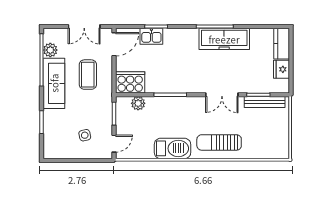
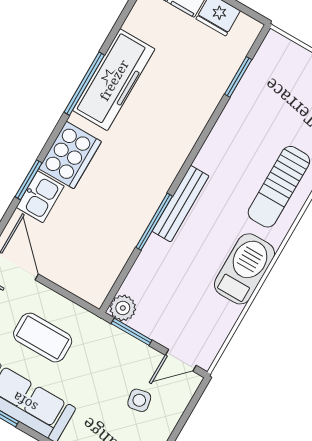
cooker: (130, 82) -> (70, 155), moved, turned 180
double door: (222, 95) -> (203, 137), removed
bench: (265, 102) -> (181, 204), moved
plant: (138, 103) -> (123, 308), moved
door: (114, 144) -> (181, 360), swing flipped

